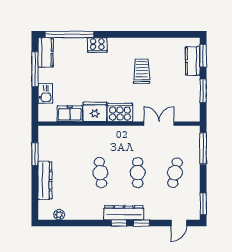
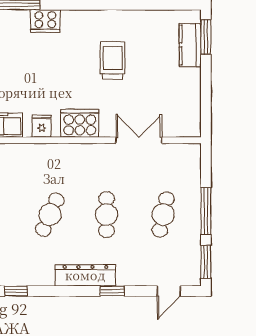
window: (203, 91) -> (206, 91), removed
fridge: (95, 112) -> (42, 126), width x0.53, depth x0.75
window: (203, 148) -> (206, 211), moved
cafe table: (100, 173) -> (50, 215), turned 30
window: (119, 223) -> (16, 291), moved

